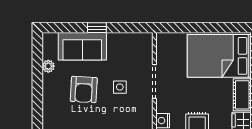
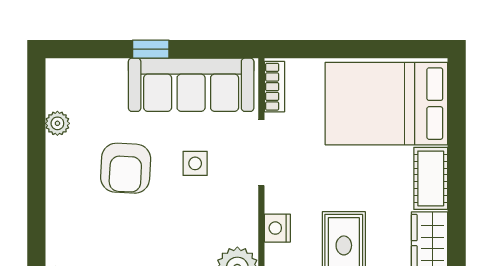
sofa: (82, 46) -> (191, 85), moved, width x1.36
bookcase: (161, 47) -> (275, 87), added

